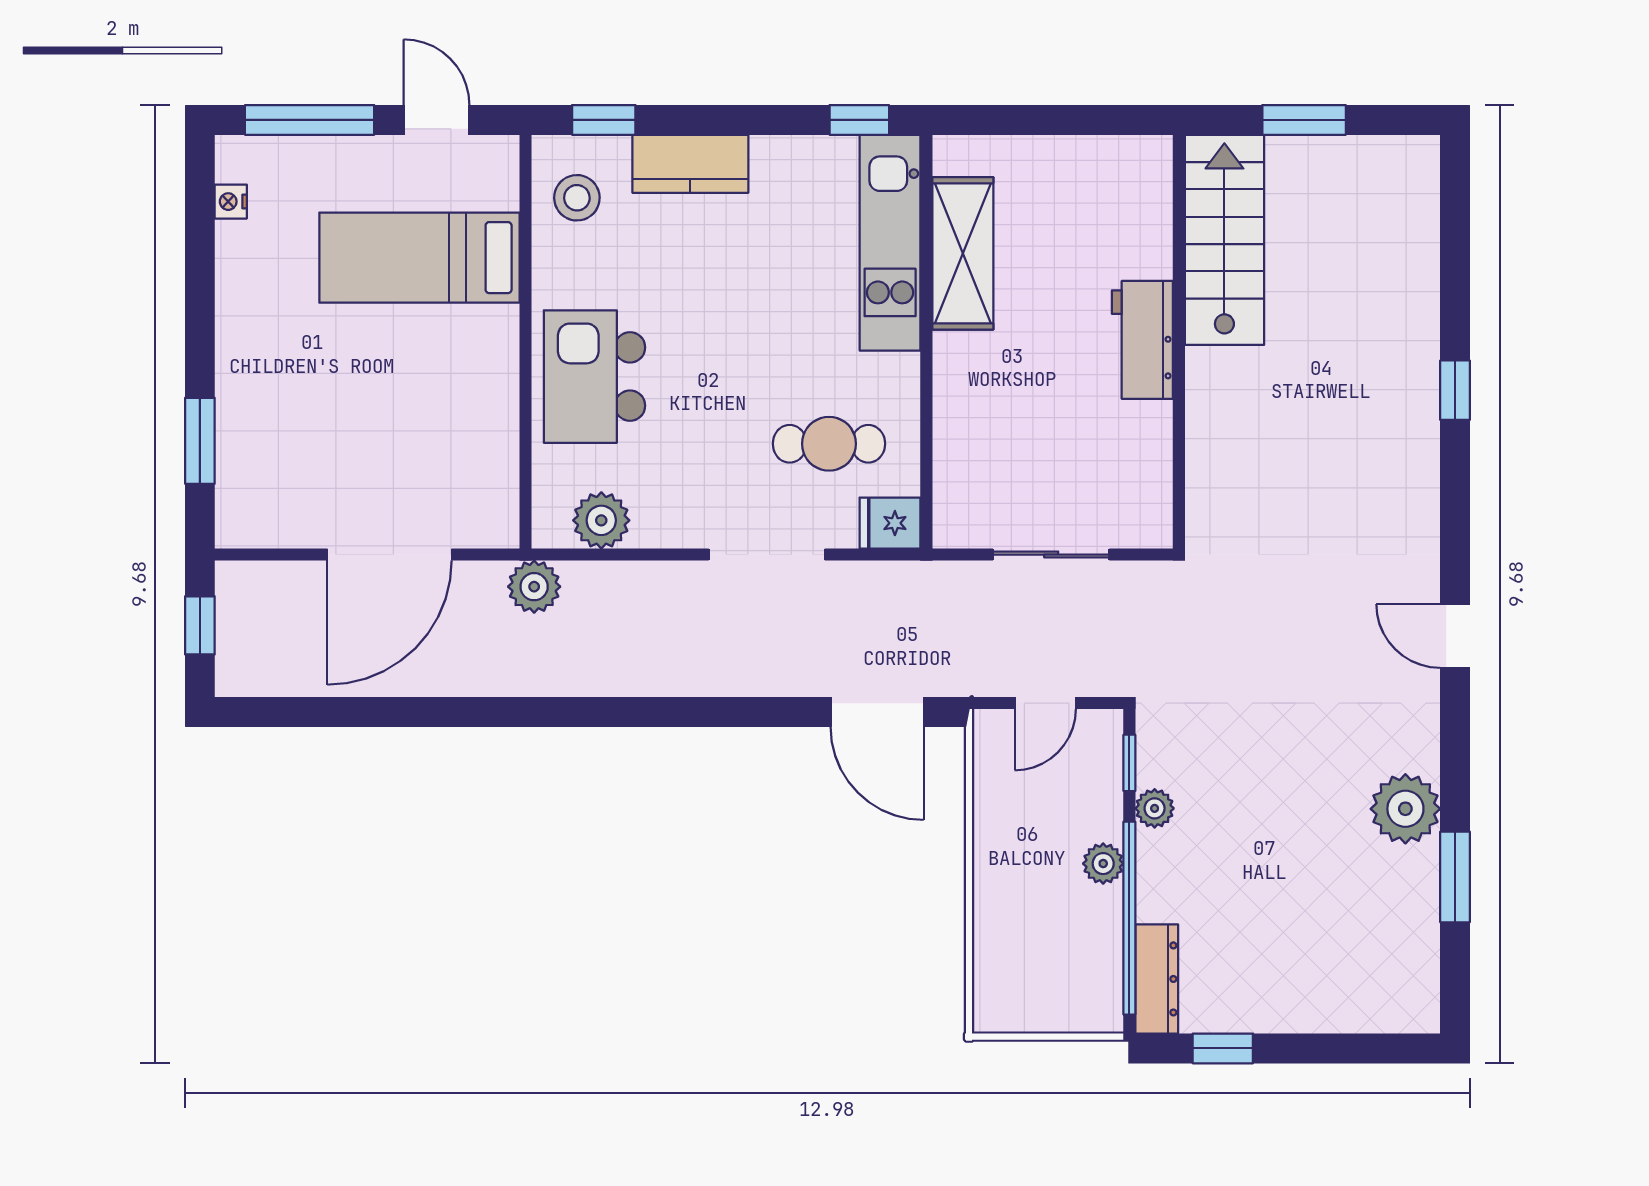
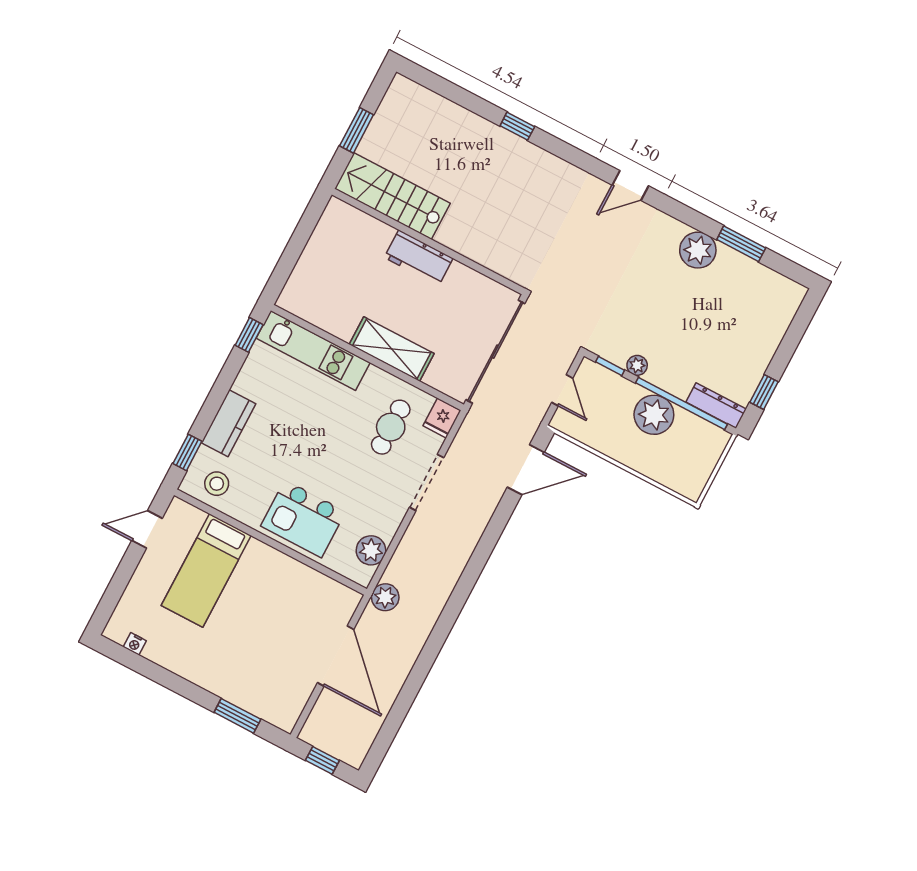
window: (310, 120) -> (116, 588), removed
shelving: (963, 253) -> (392, 349), moved
sliding door: (1051, 555) -> (495, 352), width x1.86
plant: (1103, 864) -> (654, 415), width x1.87, depth x1.87

